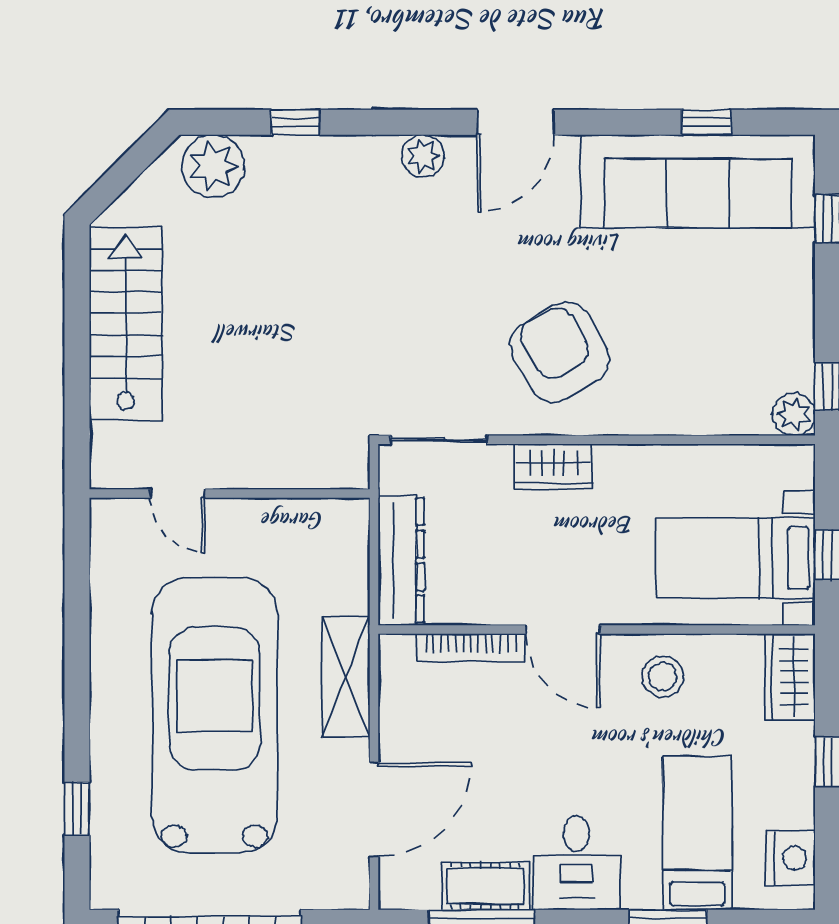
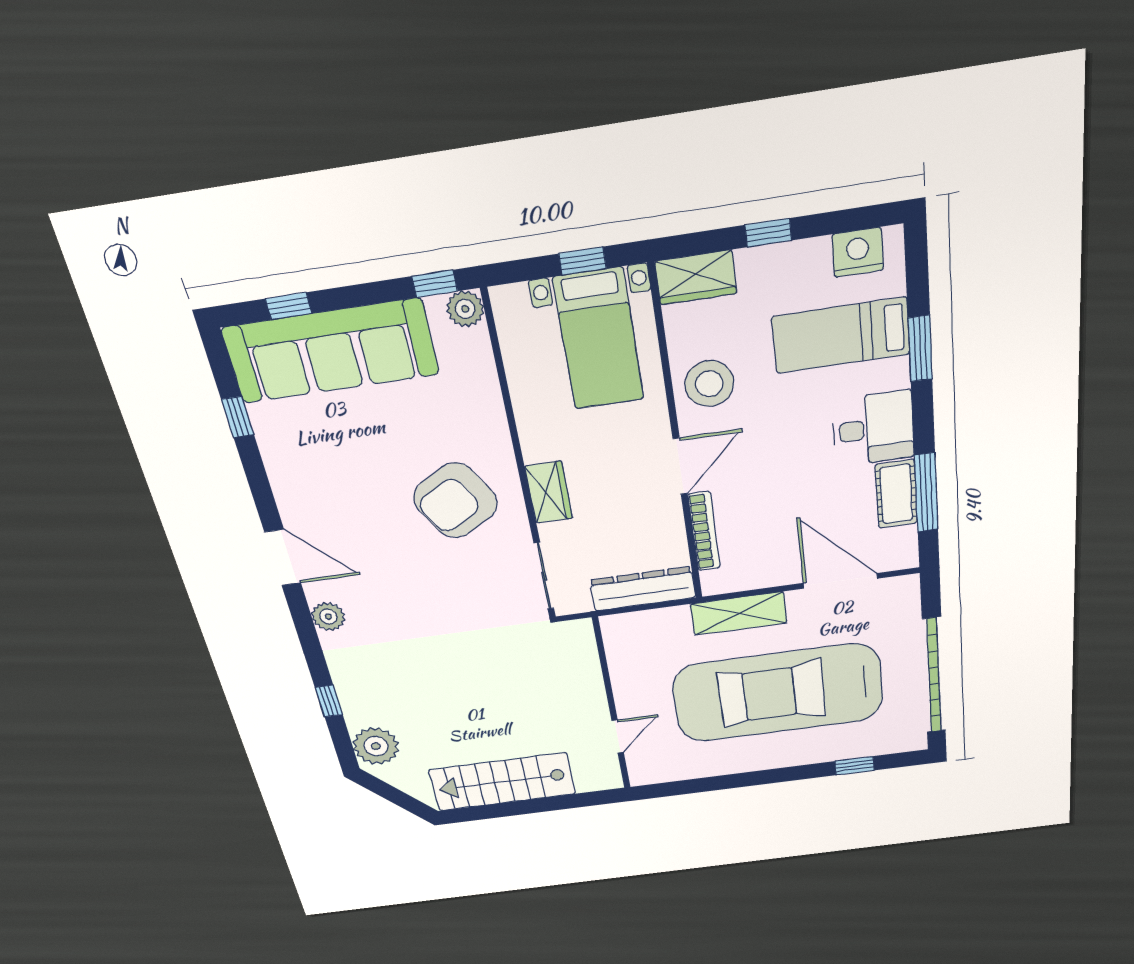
sofa: (698, 181) -> (331, 351), moved, turned 90
stool: (662, 677) -> (709, 384), width x1.38, depth x1.38

